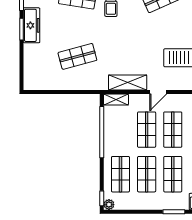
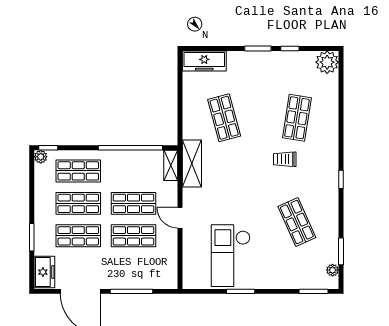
freezer: (32, 25) -> (204, 61), moved
shelving: (128, 82) -> (192, 164), moved

